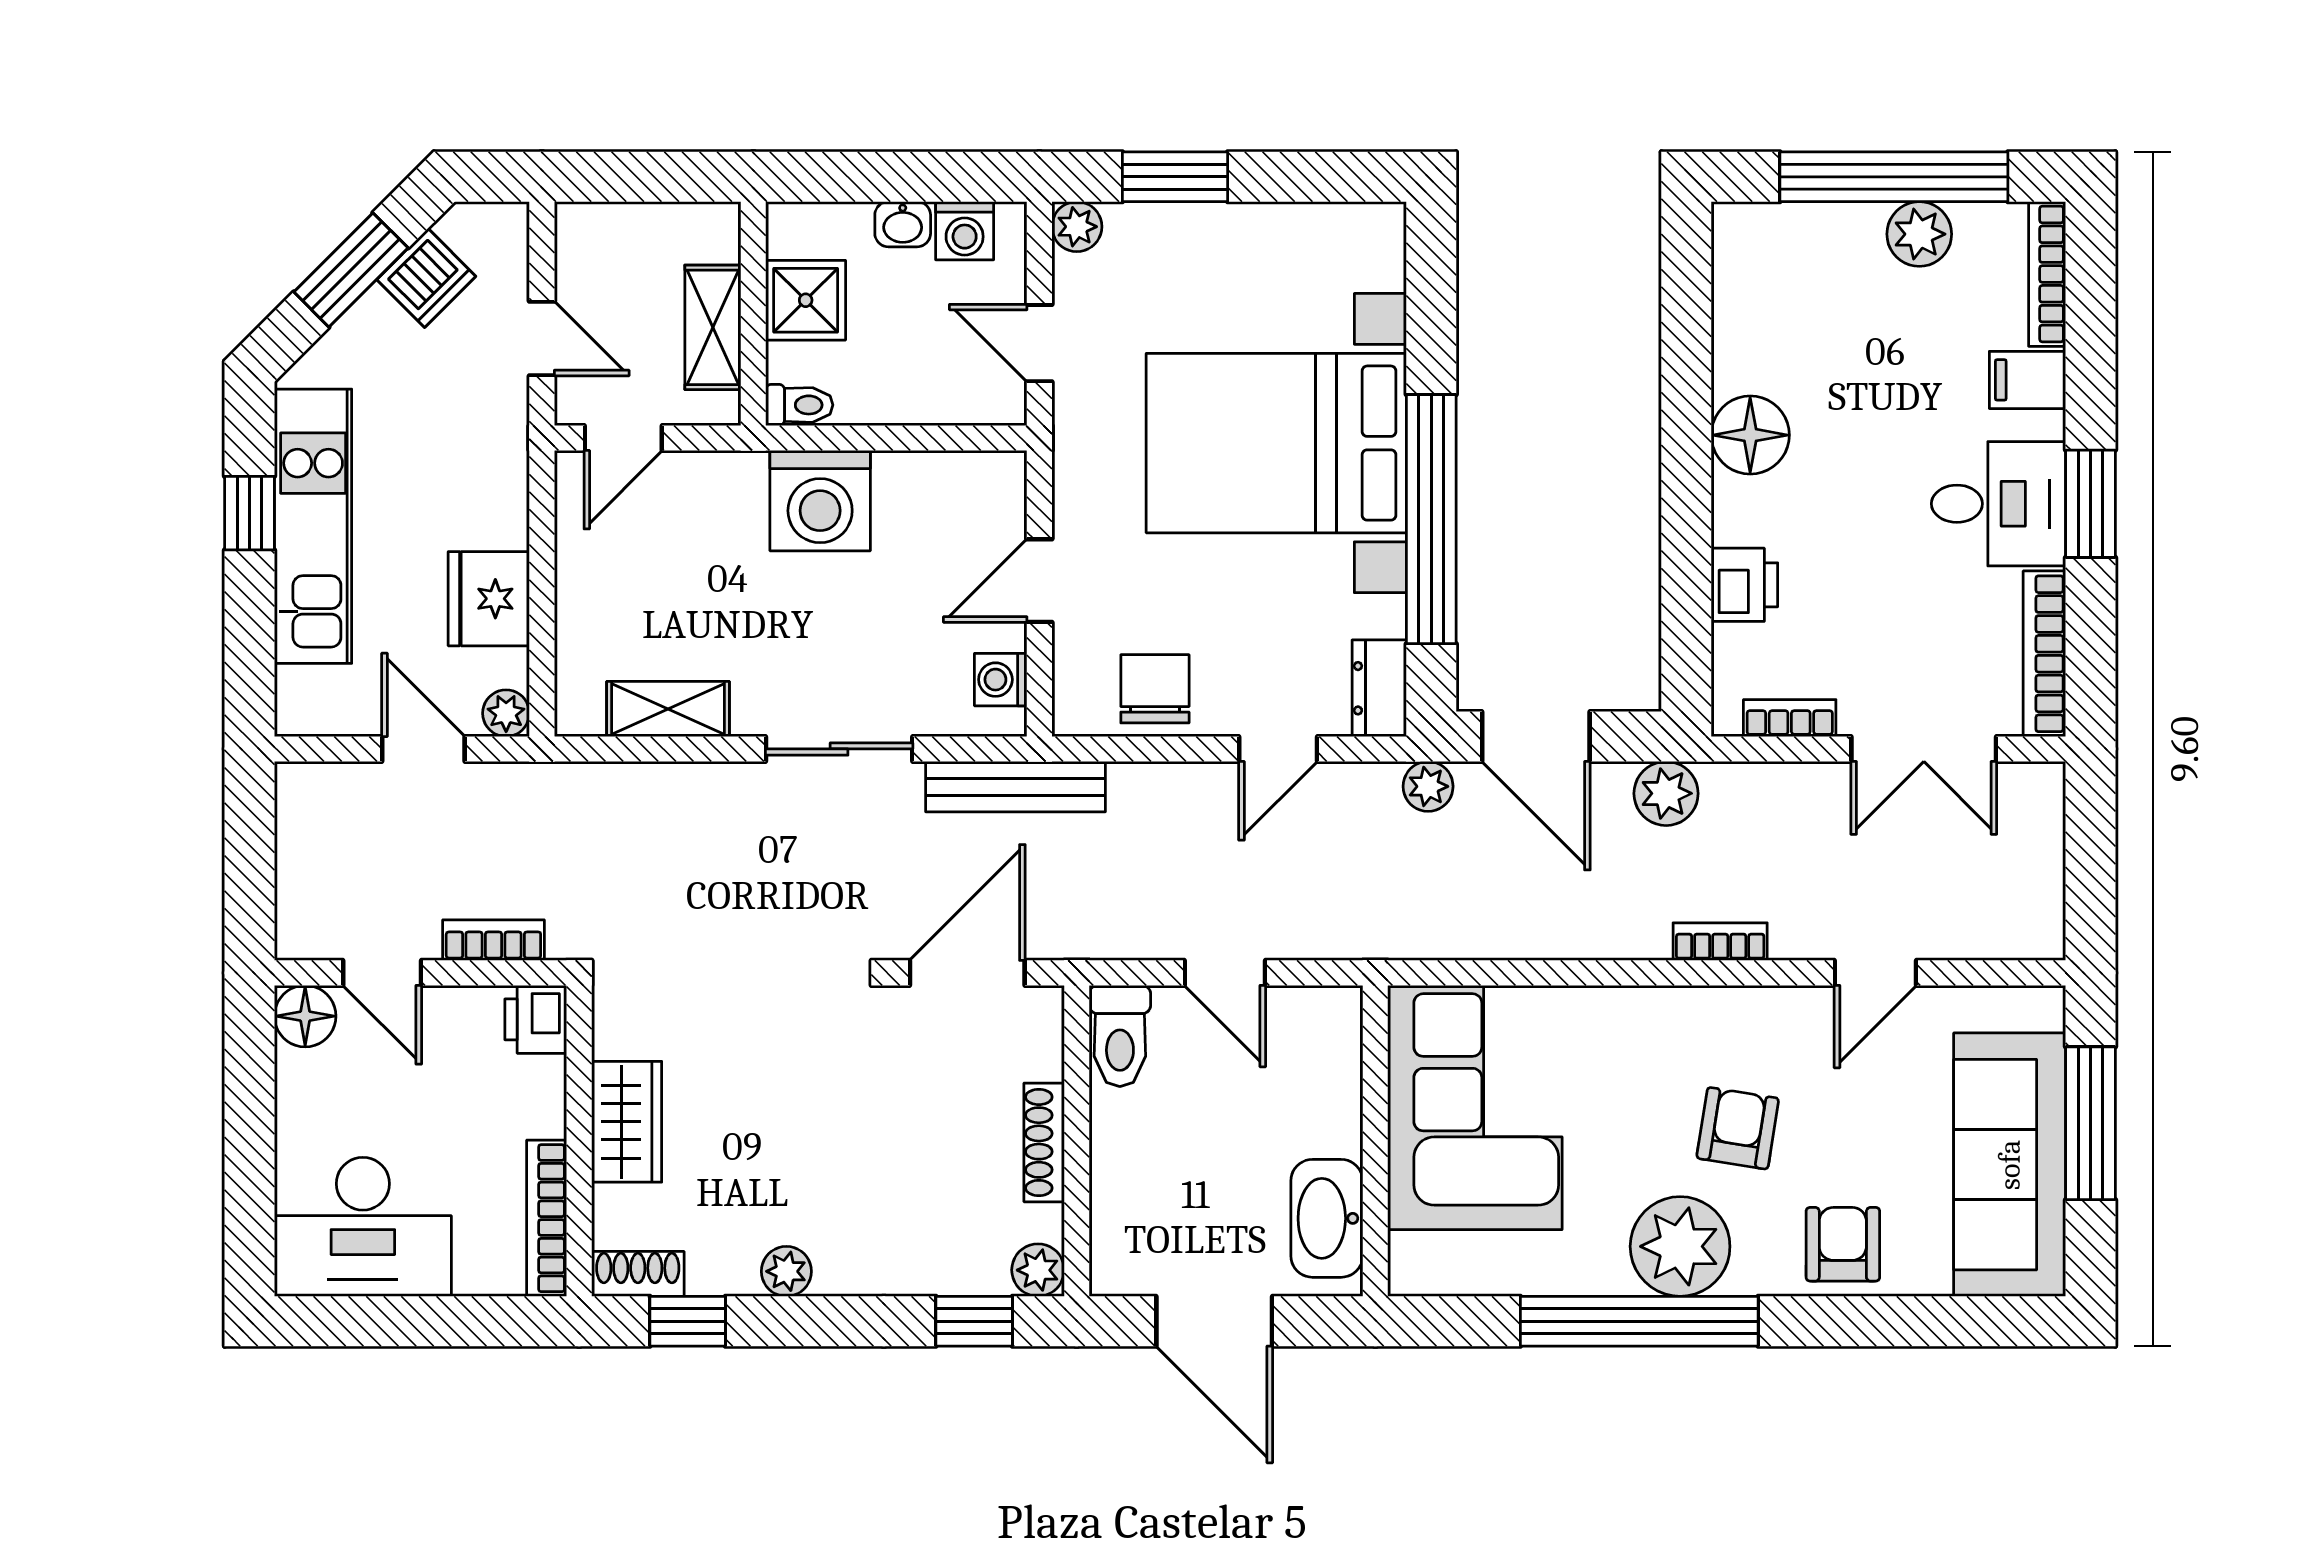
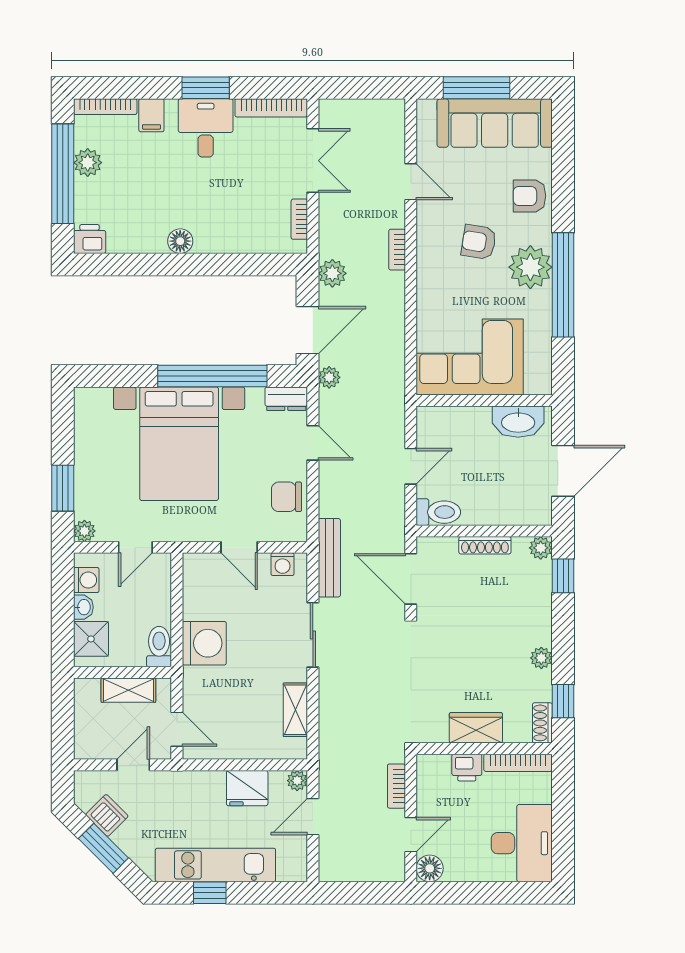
shower: (806, 300) -> (91, 639), moved
toilet: (799, 405) -> (159, 647), width x1.37, depth x1.39
floor lamp: (1750, 435) -> (180, 241), width x0.73, depth x0.73
printer: (1744, 585) -> (90, 239), moved
printer: (536, 1019) -> (467, 768), moved

